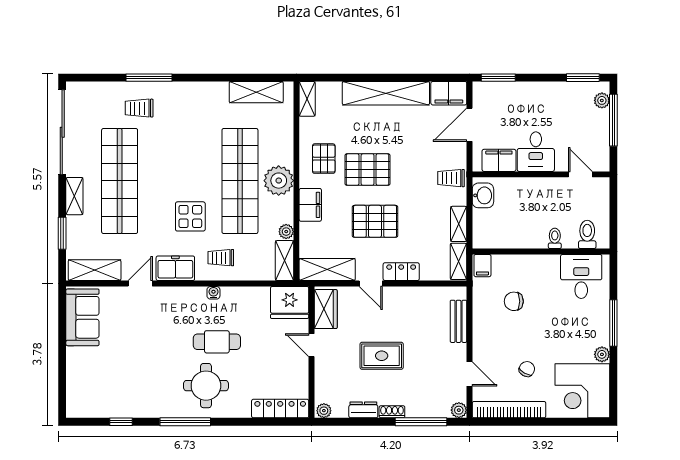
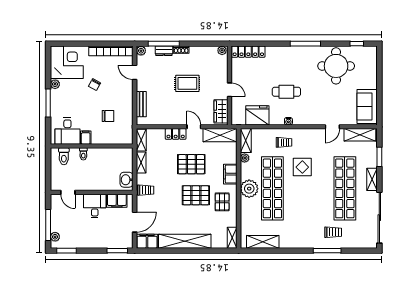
filing cabinet: (482, 266) -> (86, 138), moved
freezer: (175, 268) -> (311, 136), removed
fridge: (290, 302) -> (257, 115), moved
chair: (527, 369) -> (95, 85), moved
round table: (206, 386) -> (336, 66), moved, width x1.36, depth x1.36
dresser: (363, 410) -> (164, 51), moved
window: (121, 422) -> (357, 44), moved

